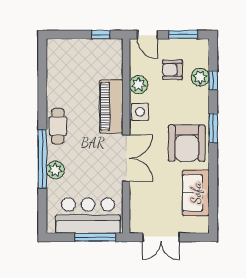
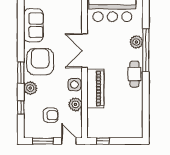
plant: (200, 77) -> (30, 88), moved

